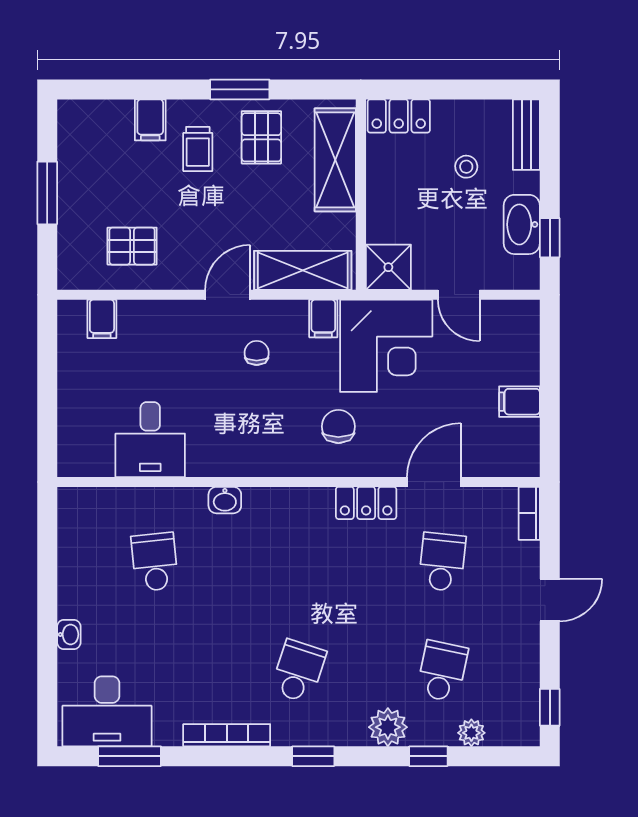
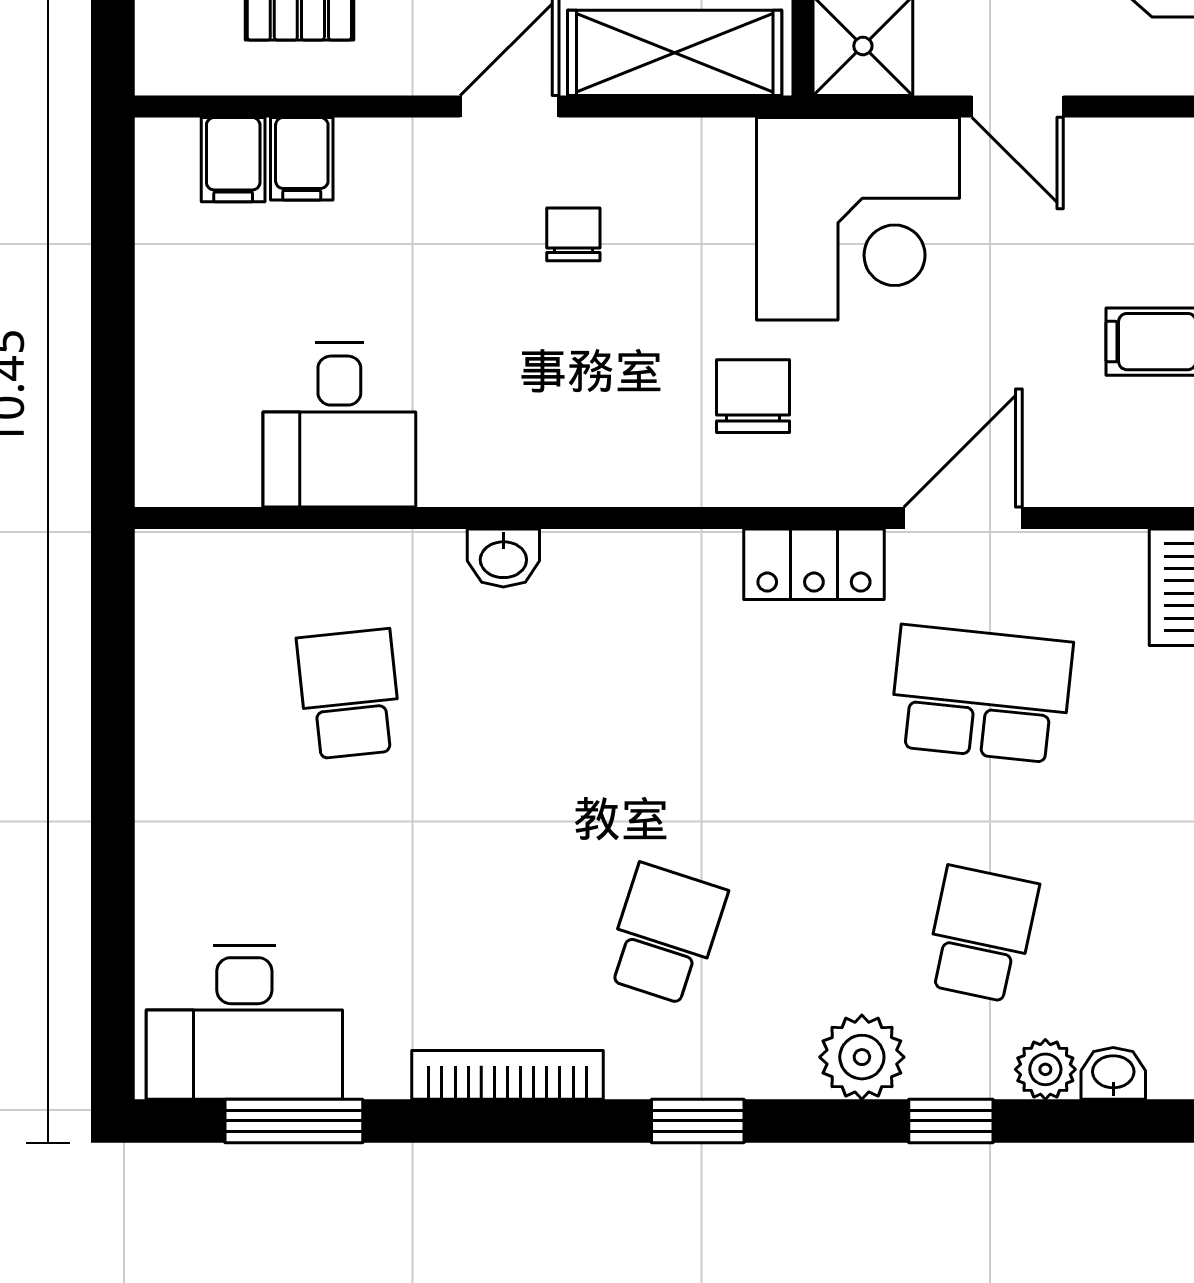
filing cabinet: (323, 318) -> (302, 159), moved
school desk: (442, 562) -> (981, 694), width x1.85
washbasin: (69, 634) -> (1113, 1073), moved, turned -90

